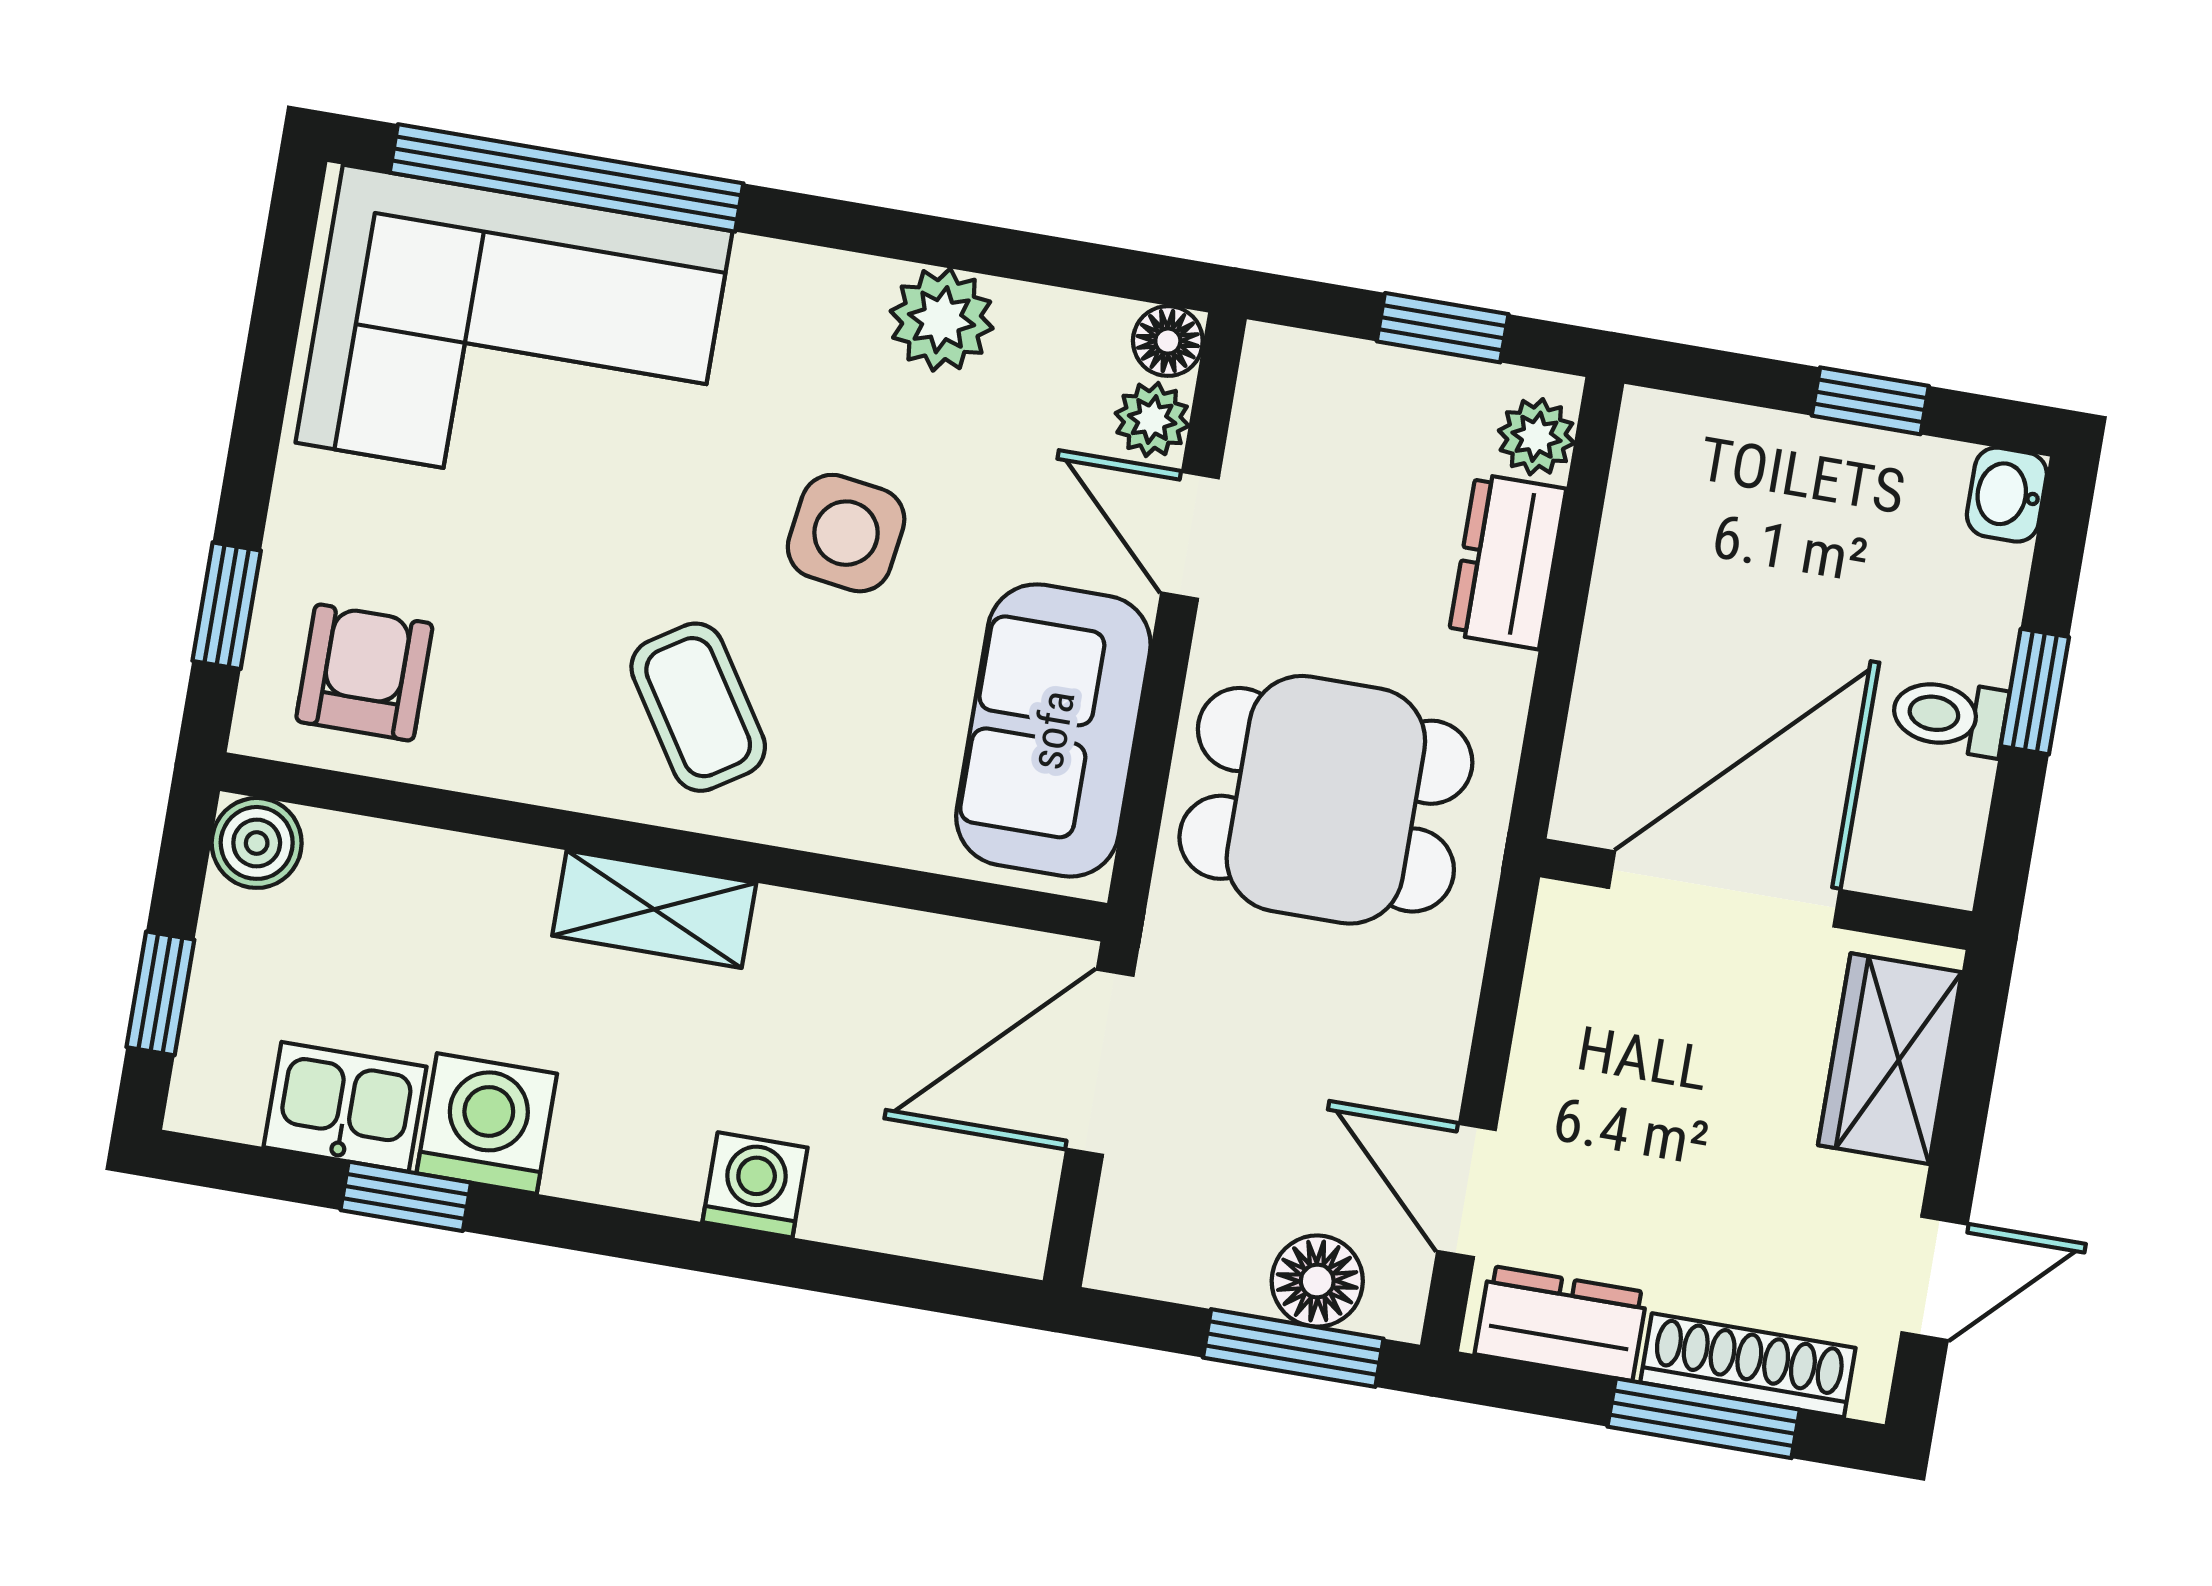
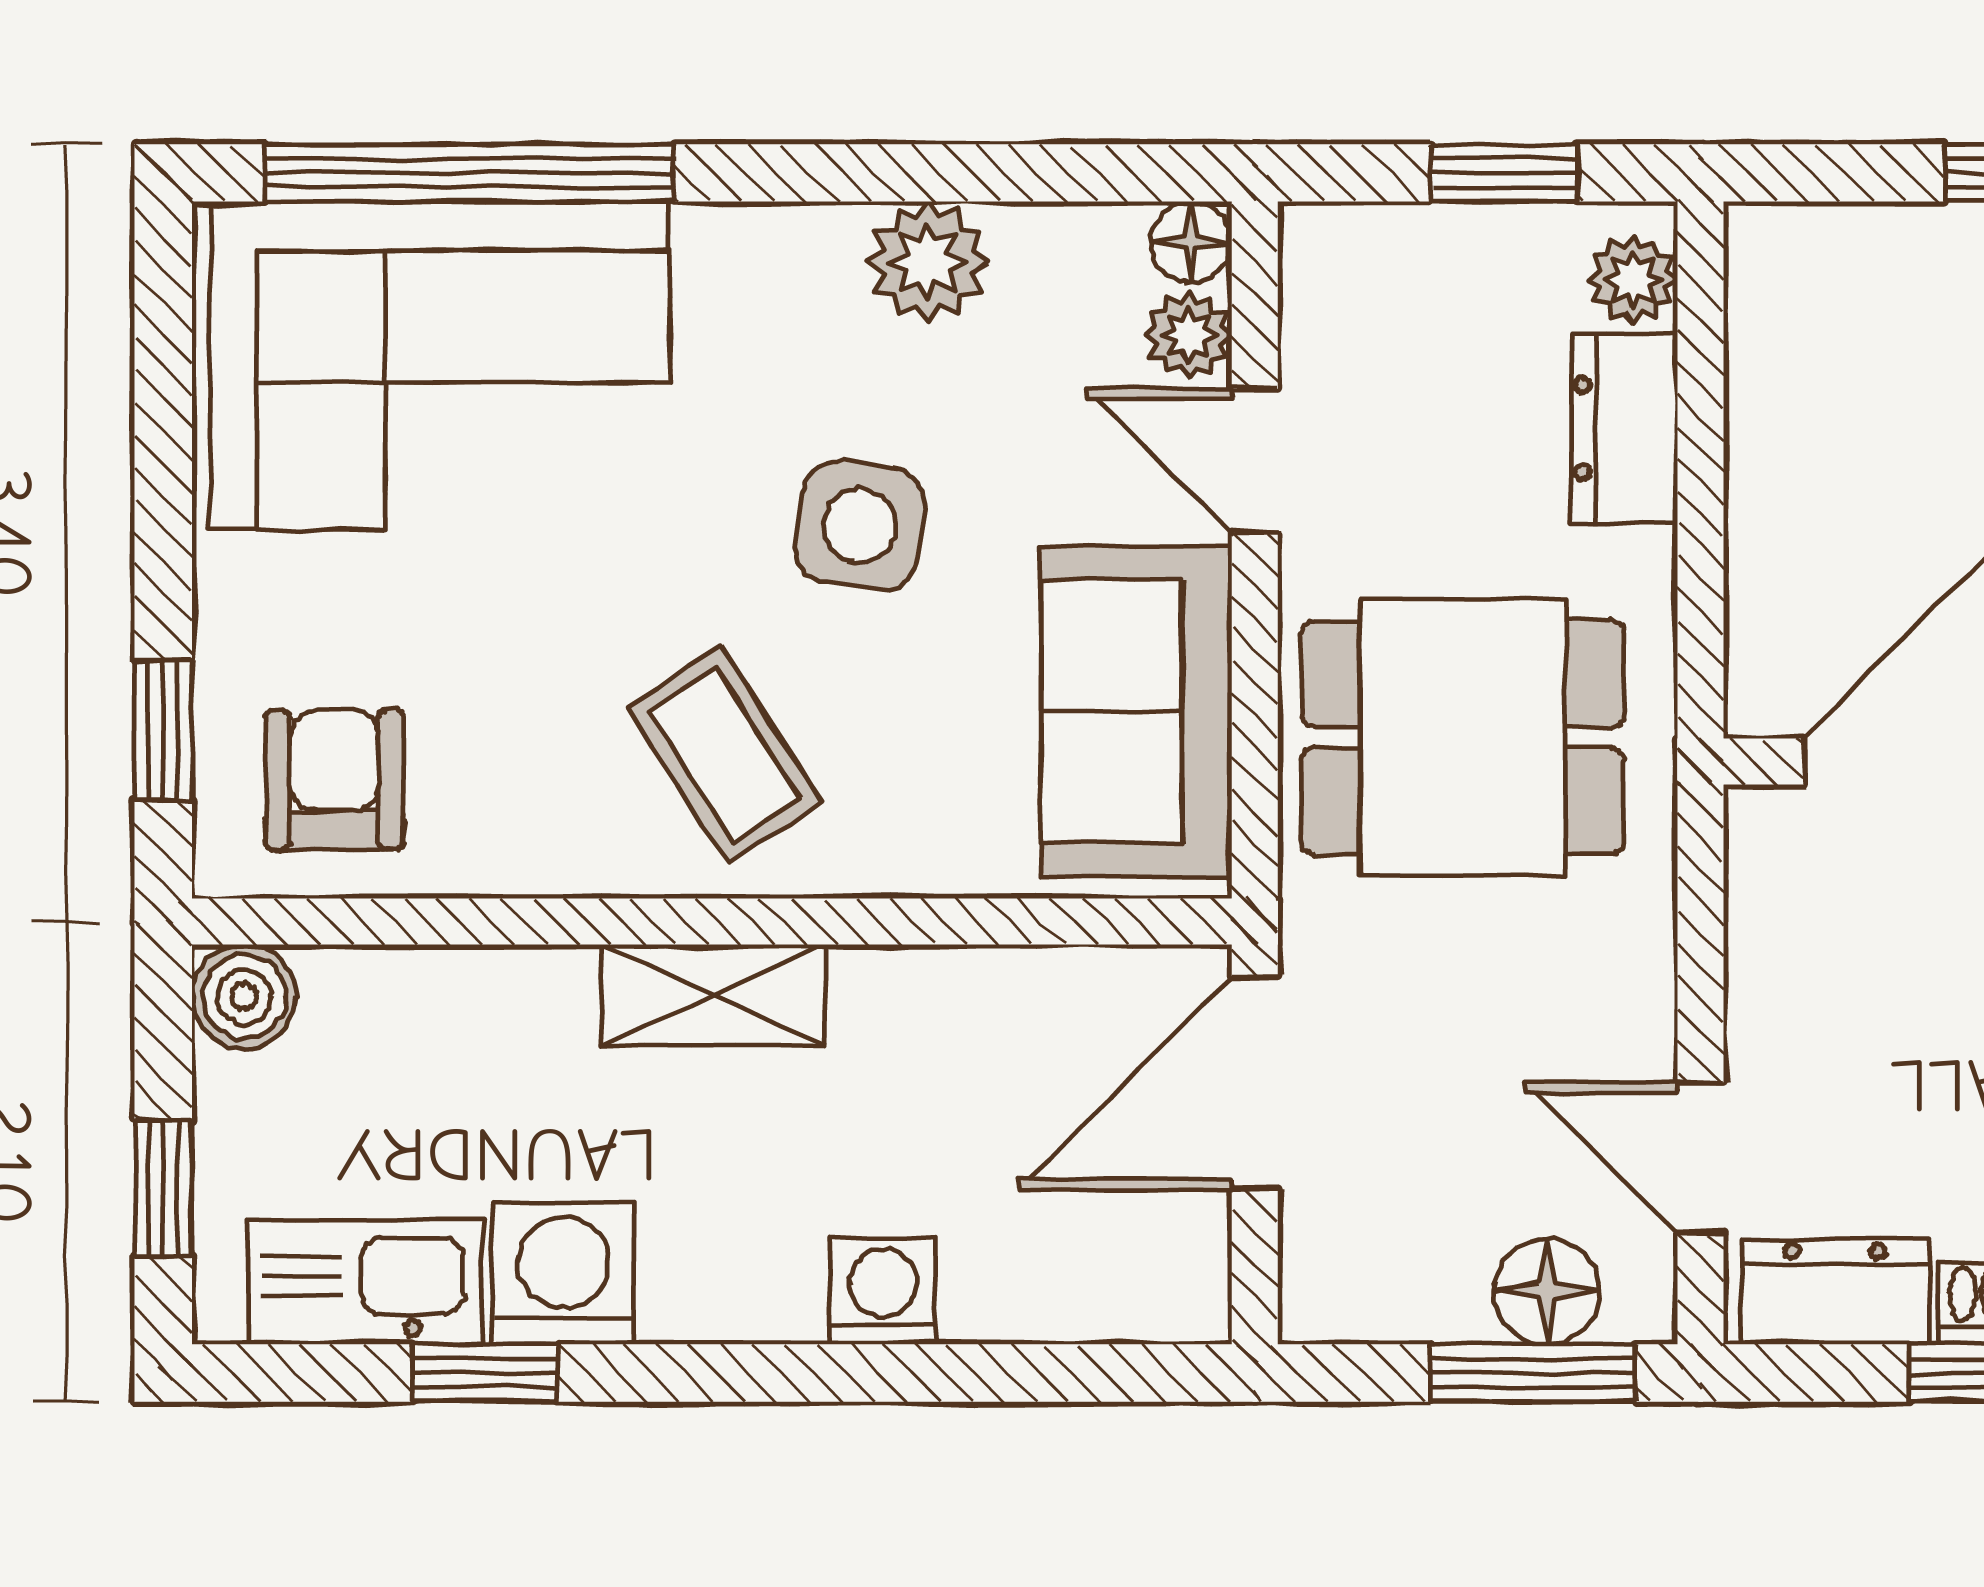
kitchen sink: (345, 1107) -> (365, 1282), width x1.38

